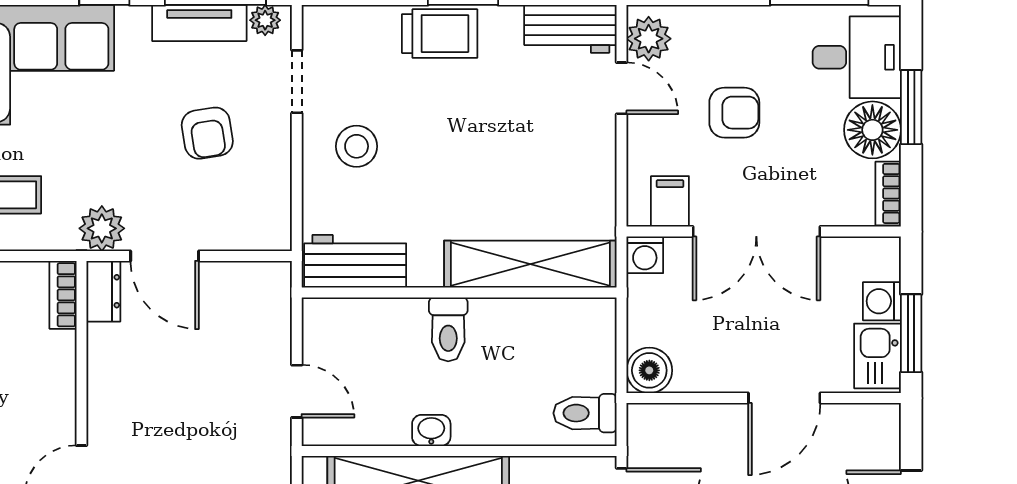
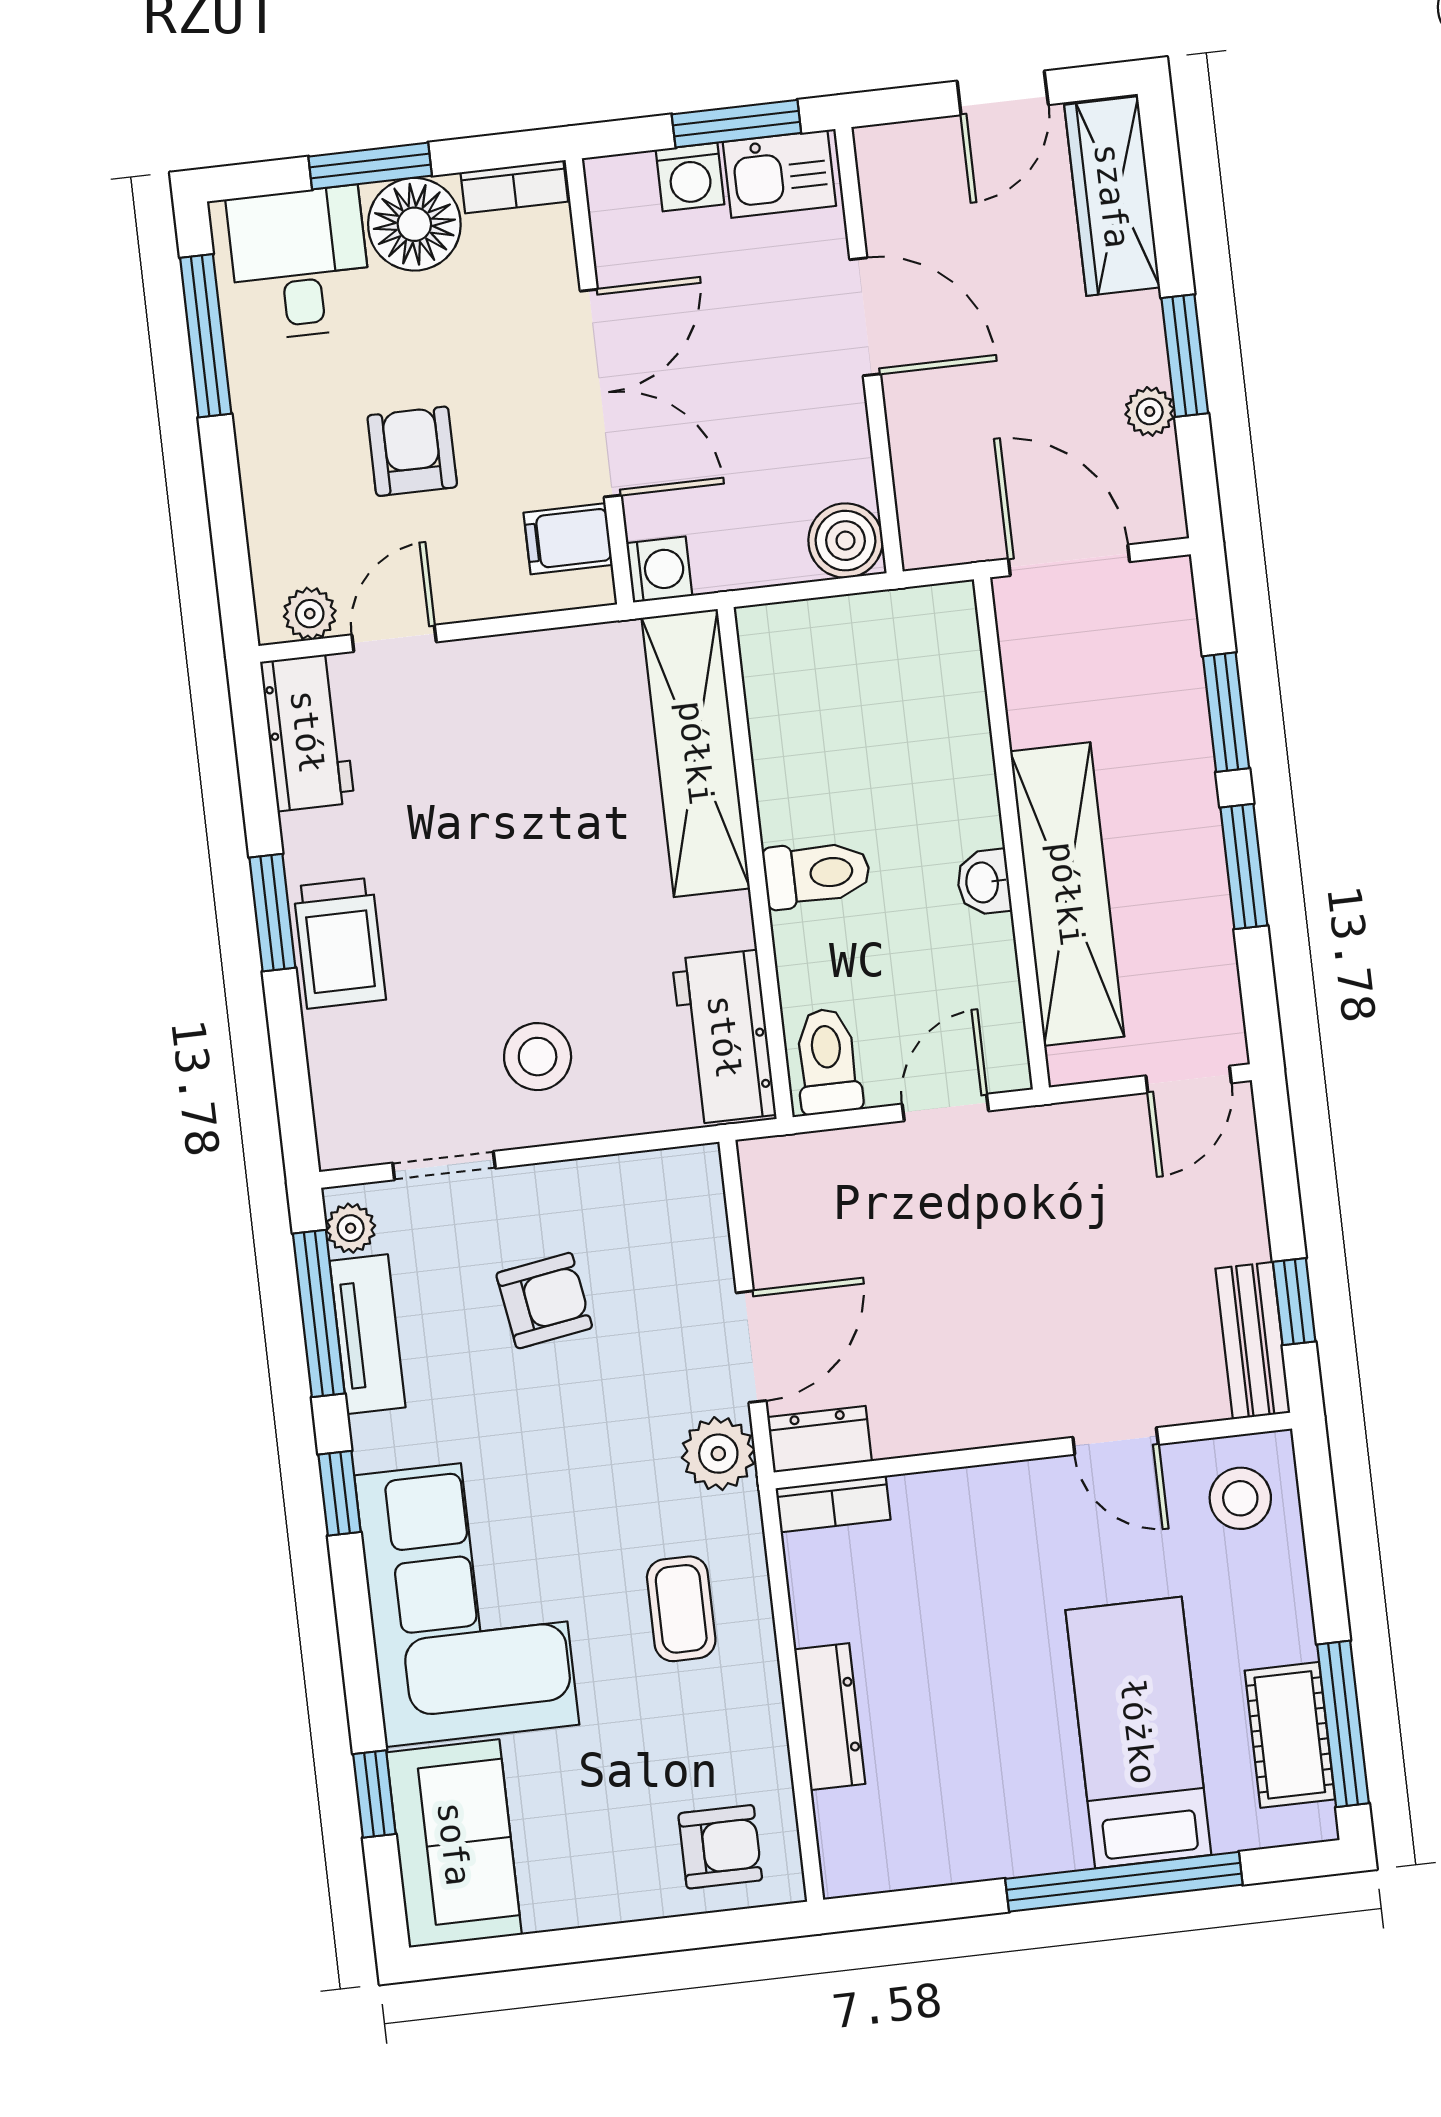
trolley: (440, 34) -> (340, 943), turned 180
plant: (649, 39) -> (310, 614), width x0.73, depth x0.73
toilet: (585, 413) -> (828, 1061), moved, turned 180

